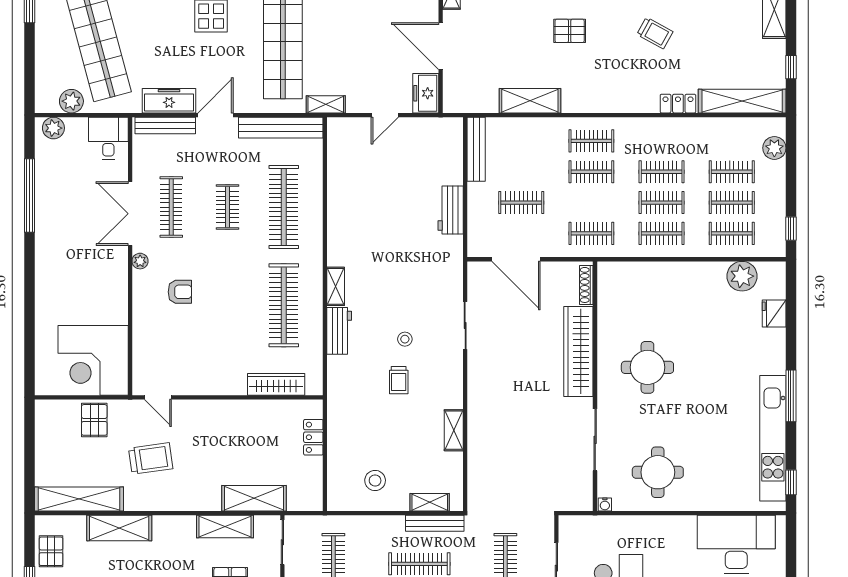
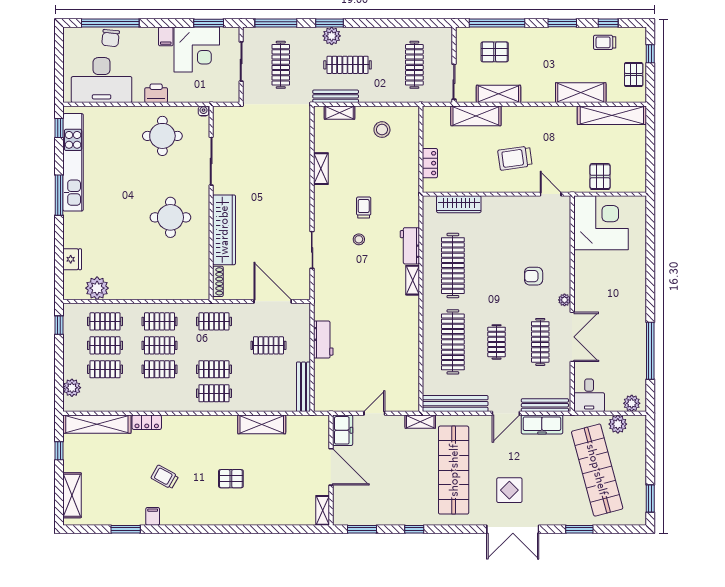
trolley: (151, 459) -> (515, 158), moved
printer: (666, 527) -> (156, 93), added

